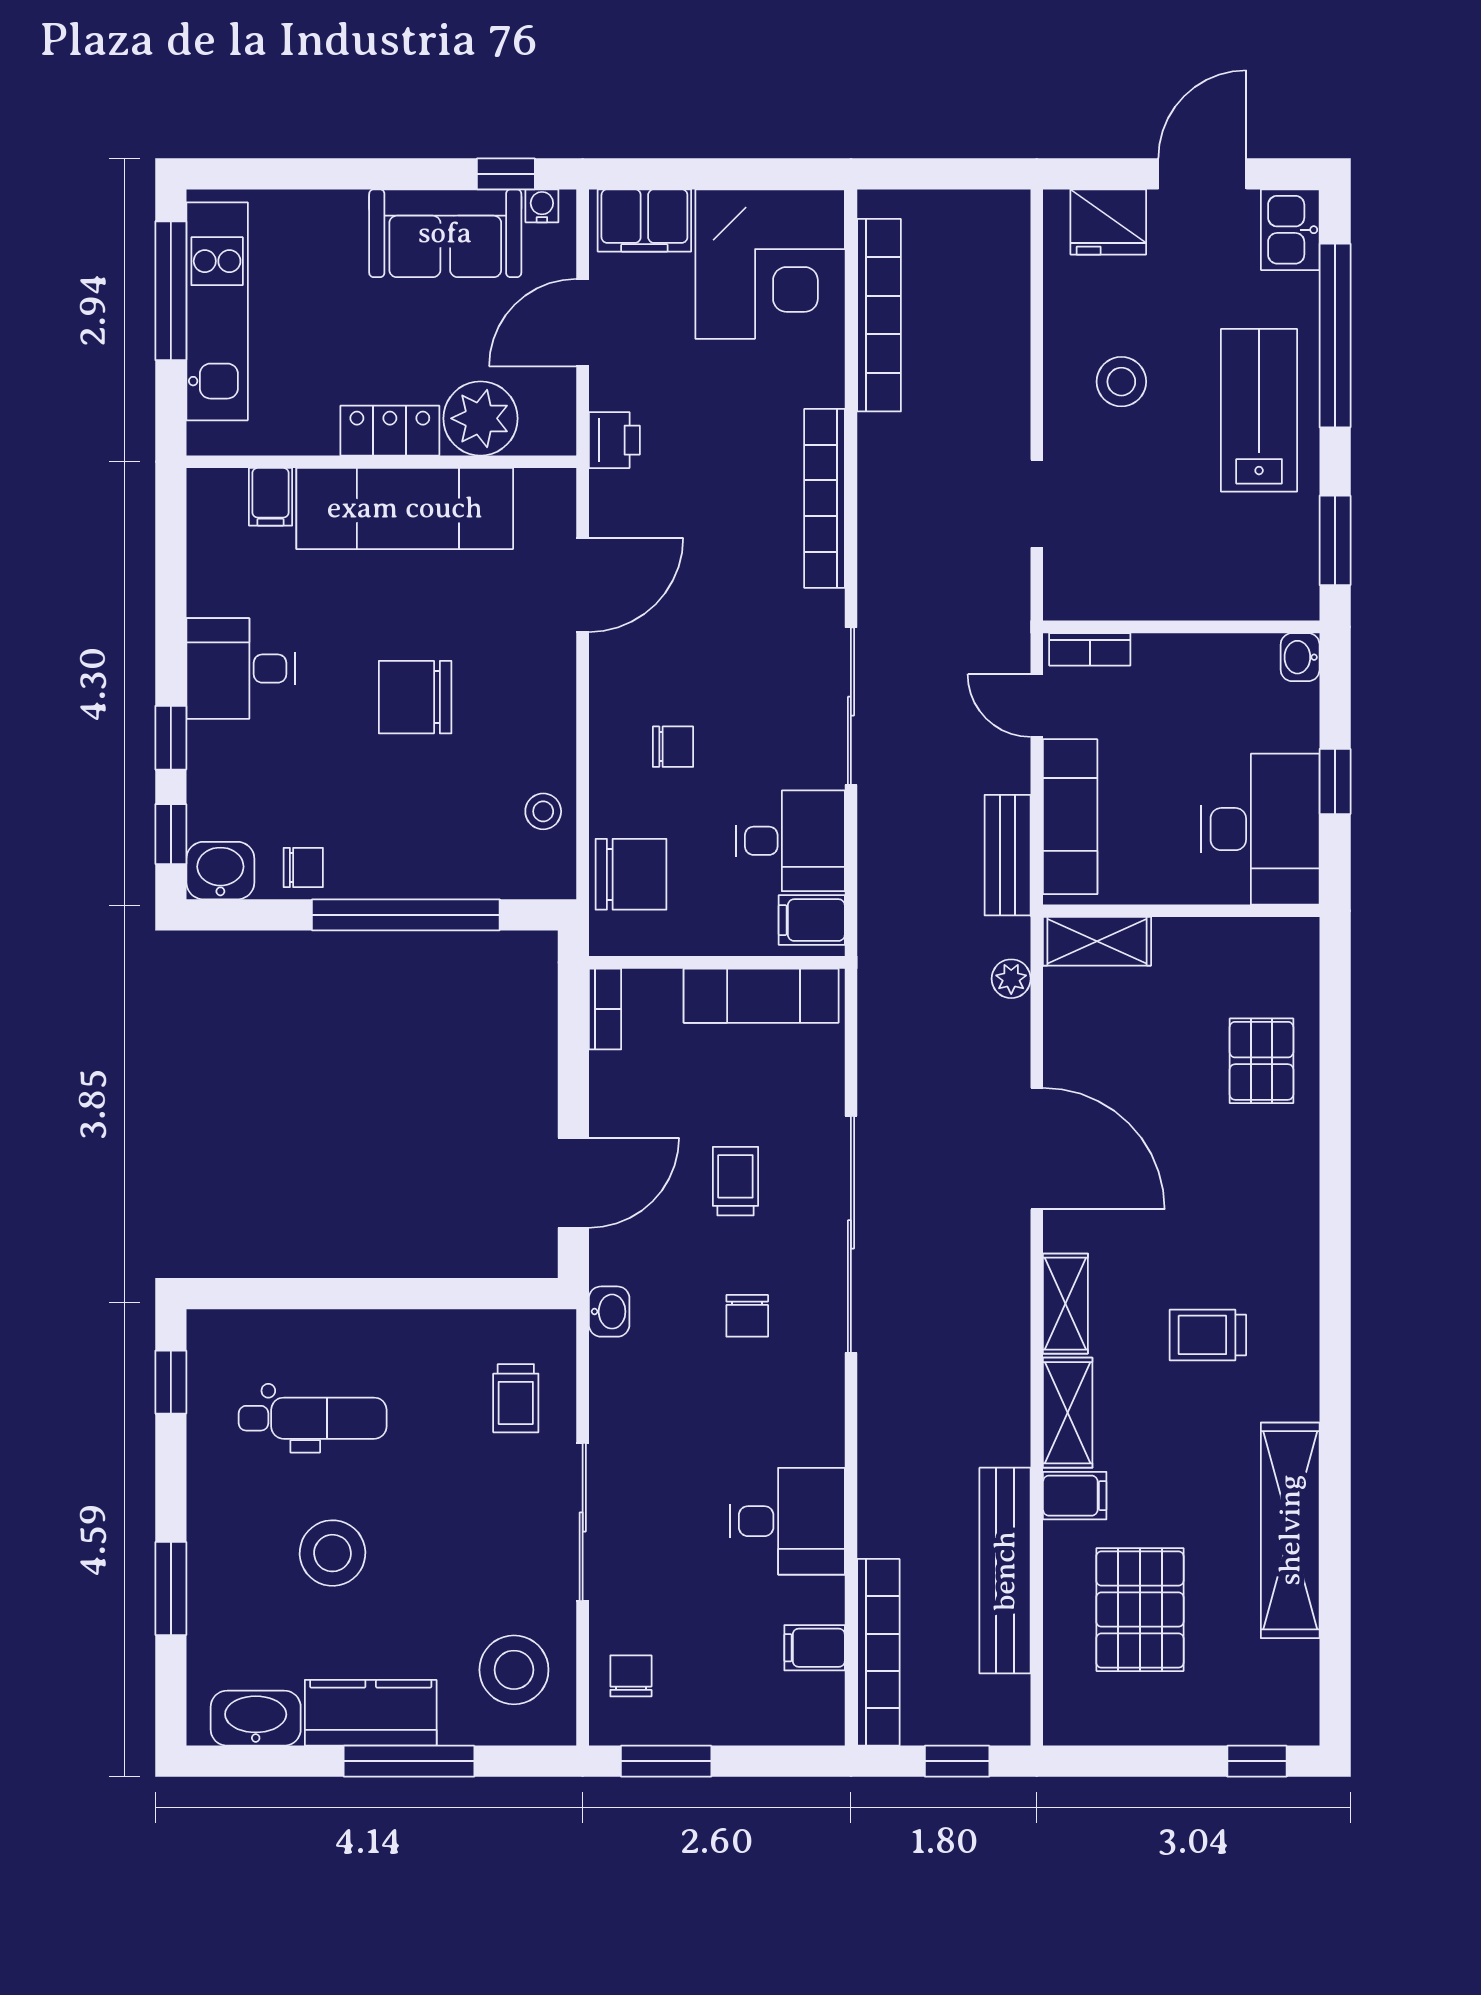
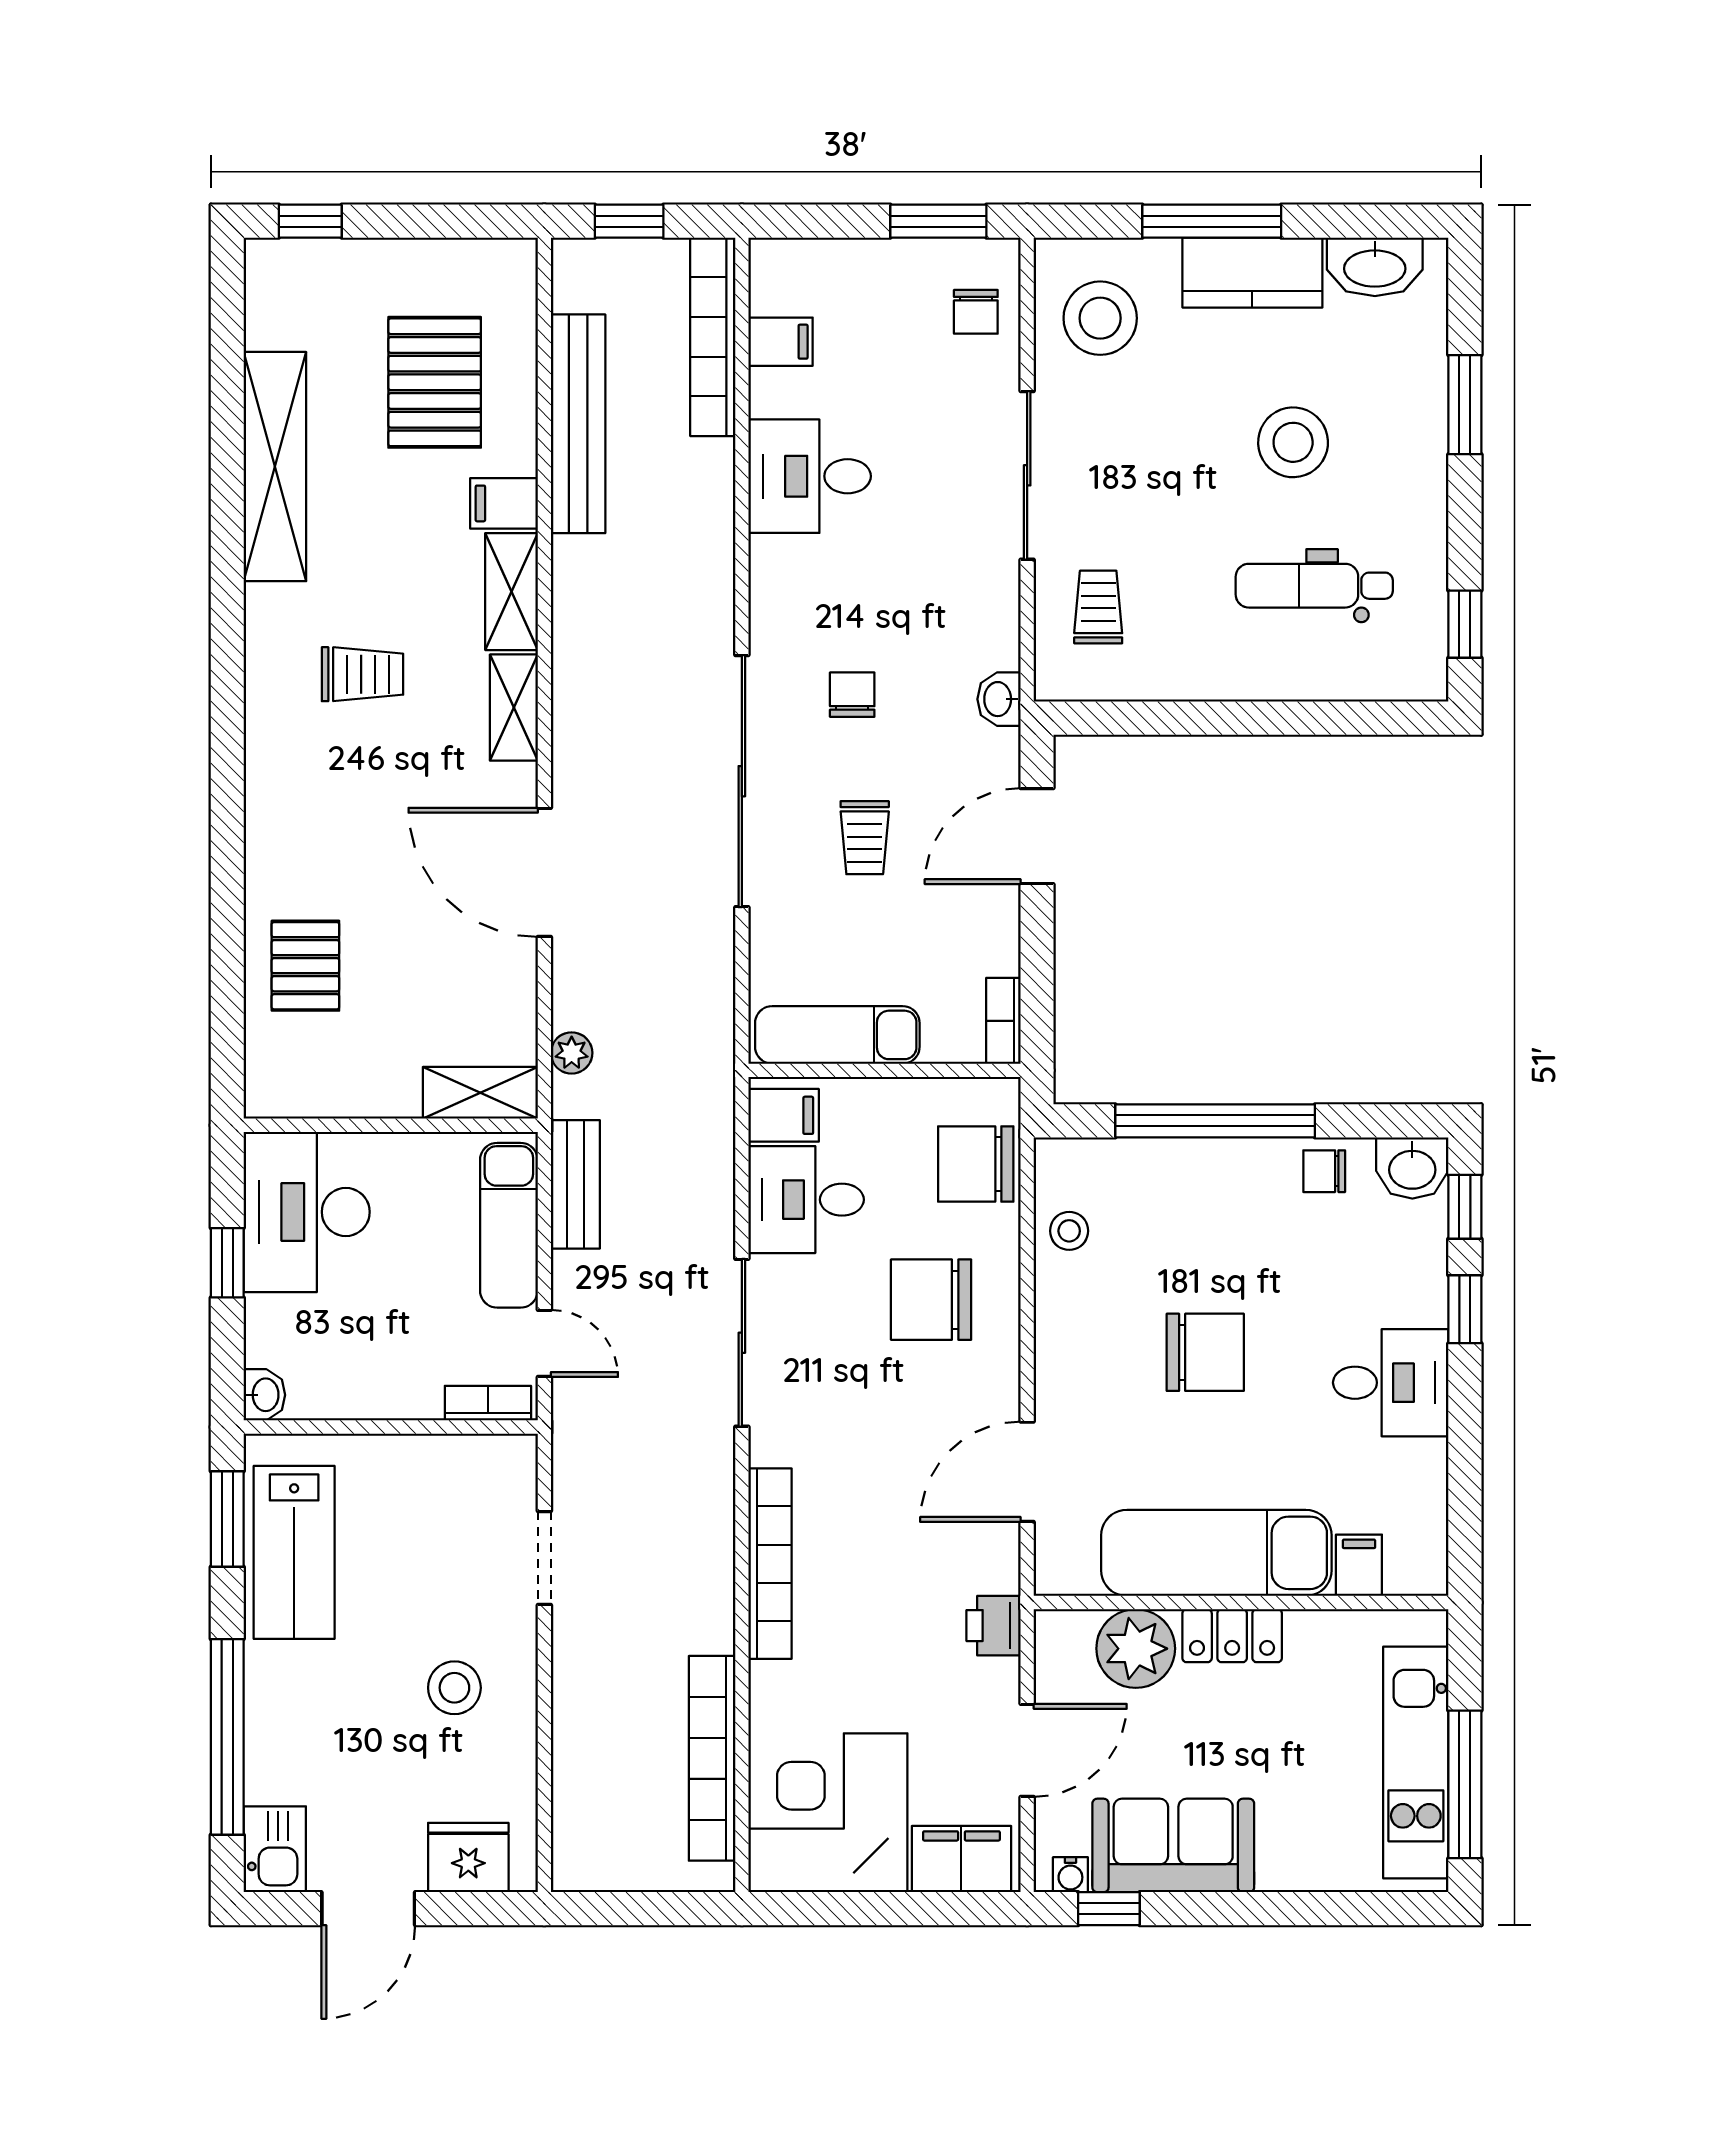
lab bench: (1259, 410) -> (294, 1552), moved
chair: (673, 747) -> (931, 1300), width x1.87, depth x1.87

